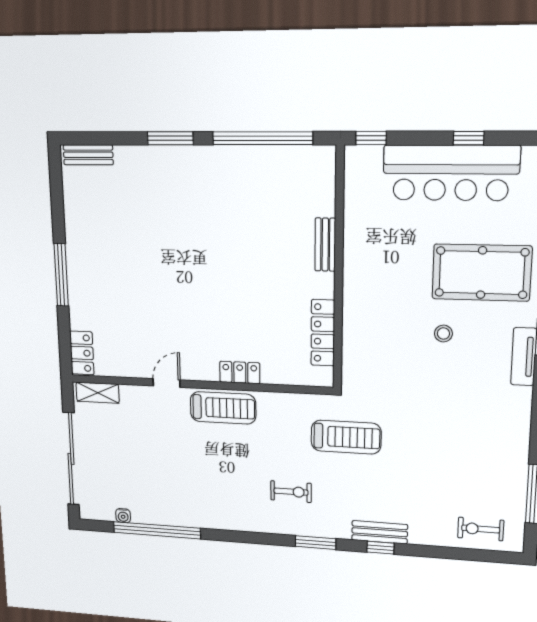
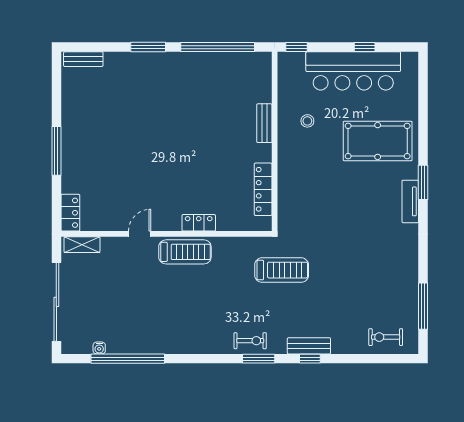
stool: (443, 334) -> (307, 121), moved
exercise bike: (291, 492) -> (250, 341), moved

